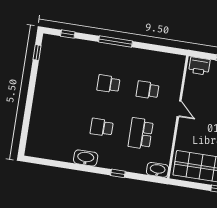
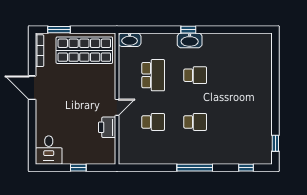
printer: (199, 66) -> (107, 127), moved, turned -90
door: (179, 109) -> (117, 107), swing flipped
washbasin: (86, 158) -> (190, 40), moved
window: (118, 173) -> (188, 30), moved

